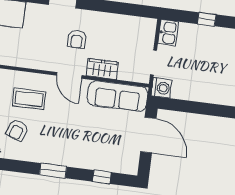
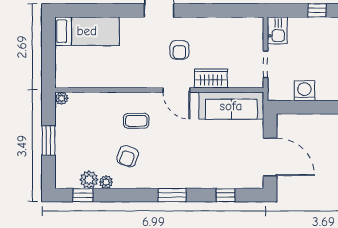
washing machine: (161, 88) -> (304, 91), moved, turned -90
coffee table: (29, 99) -> (136, 121), width x0.73, depth x0.77
door: (148, 135) -> (270, 157), moved

